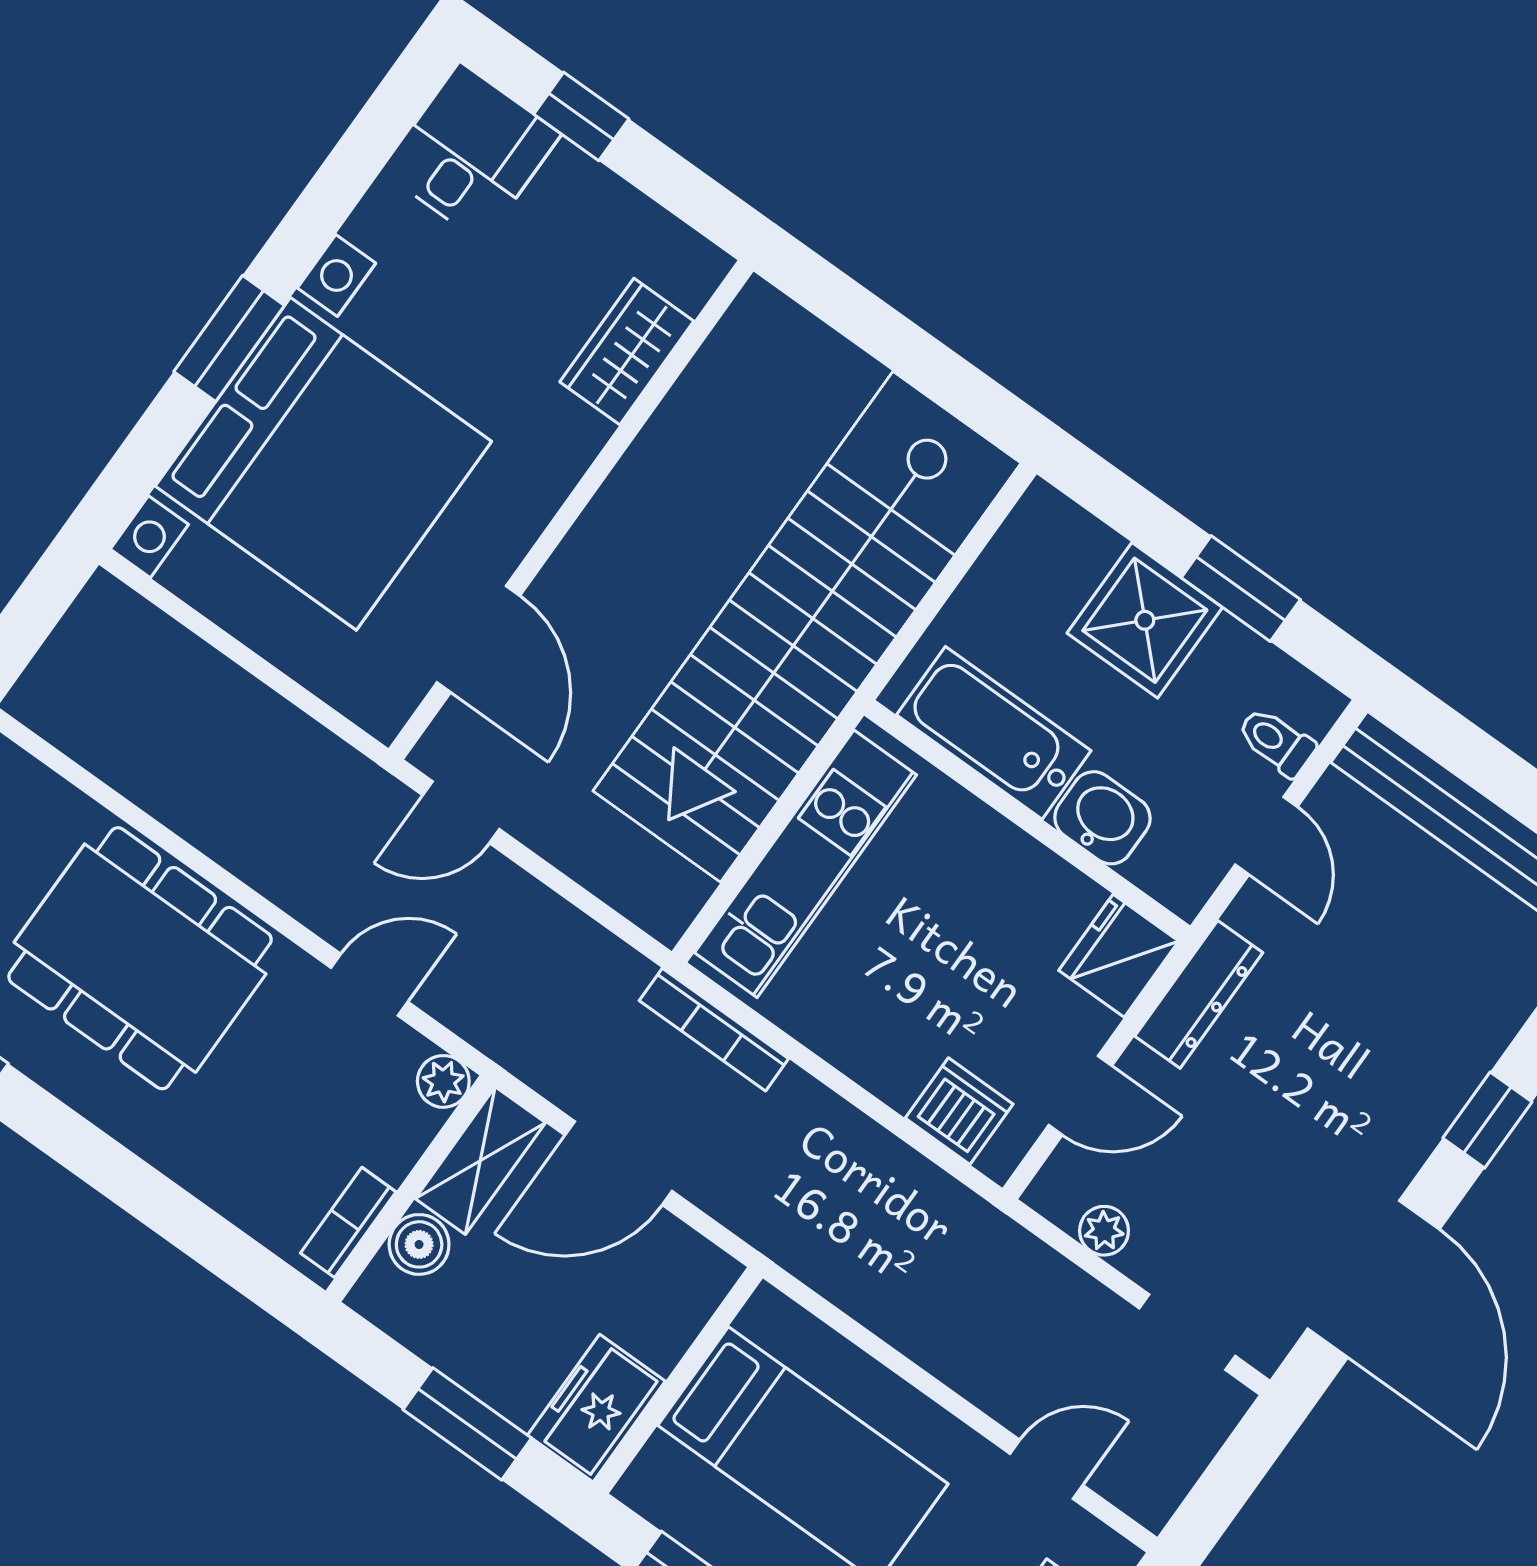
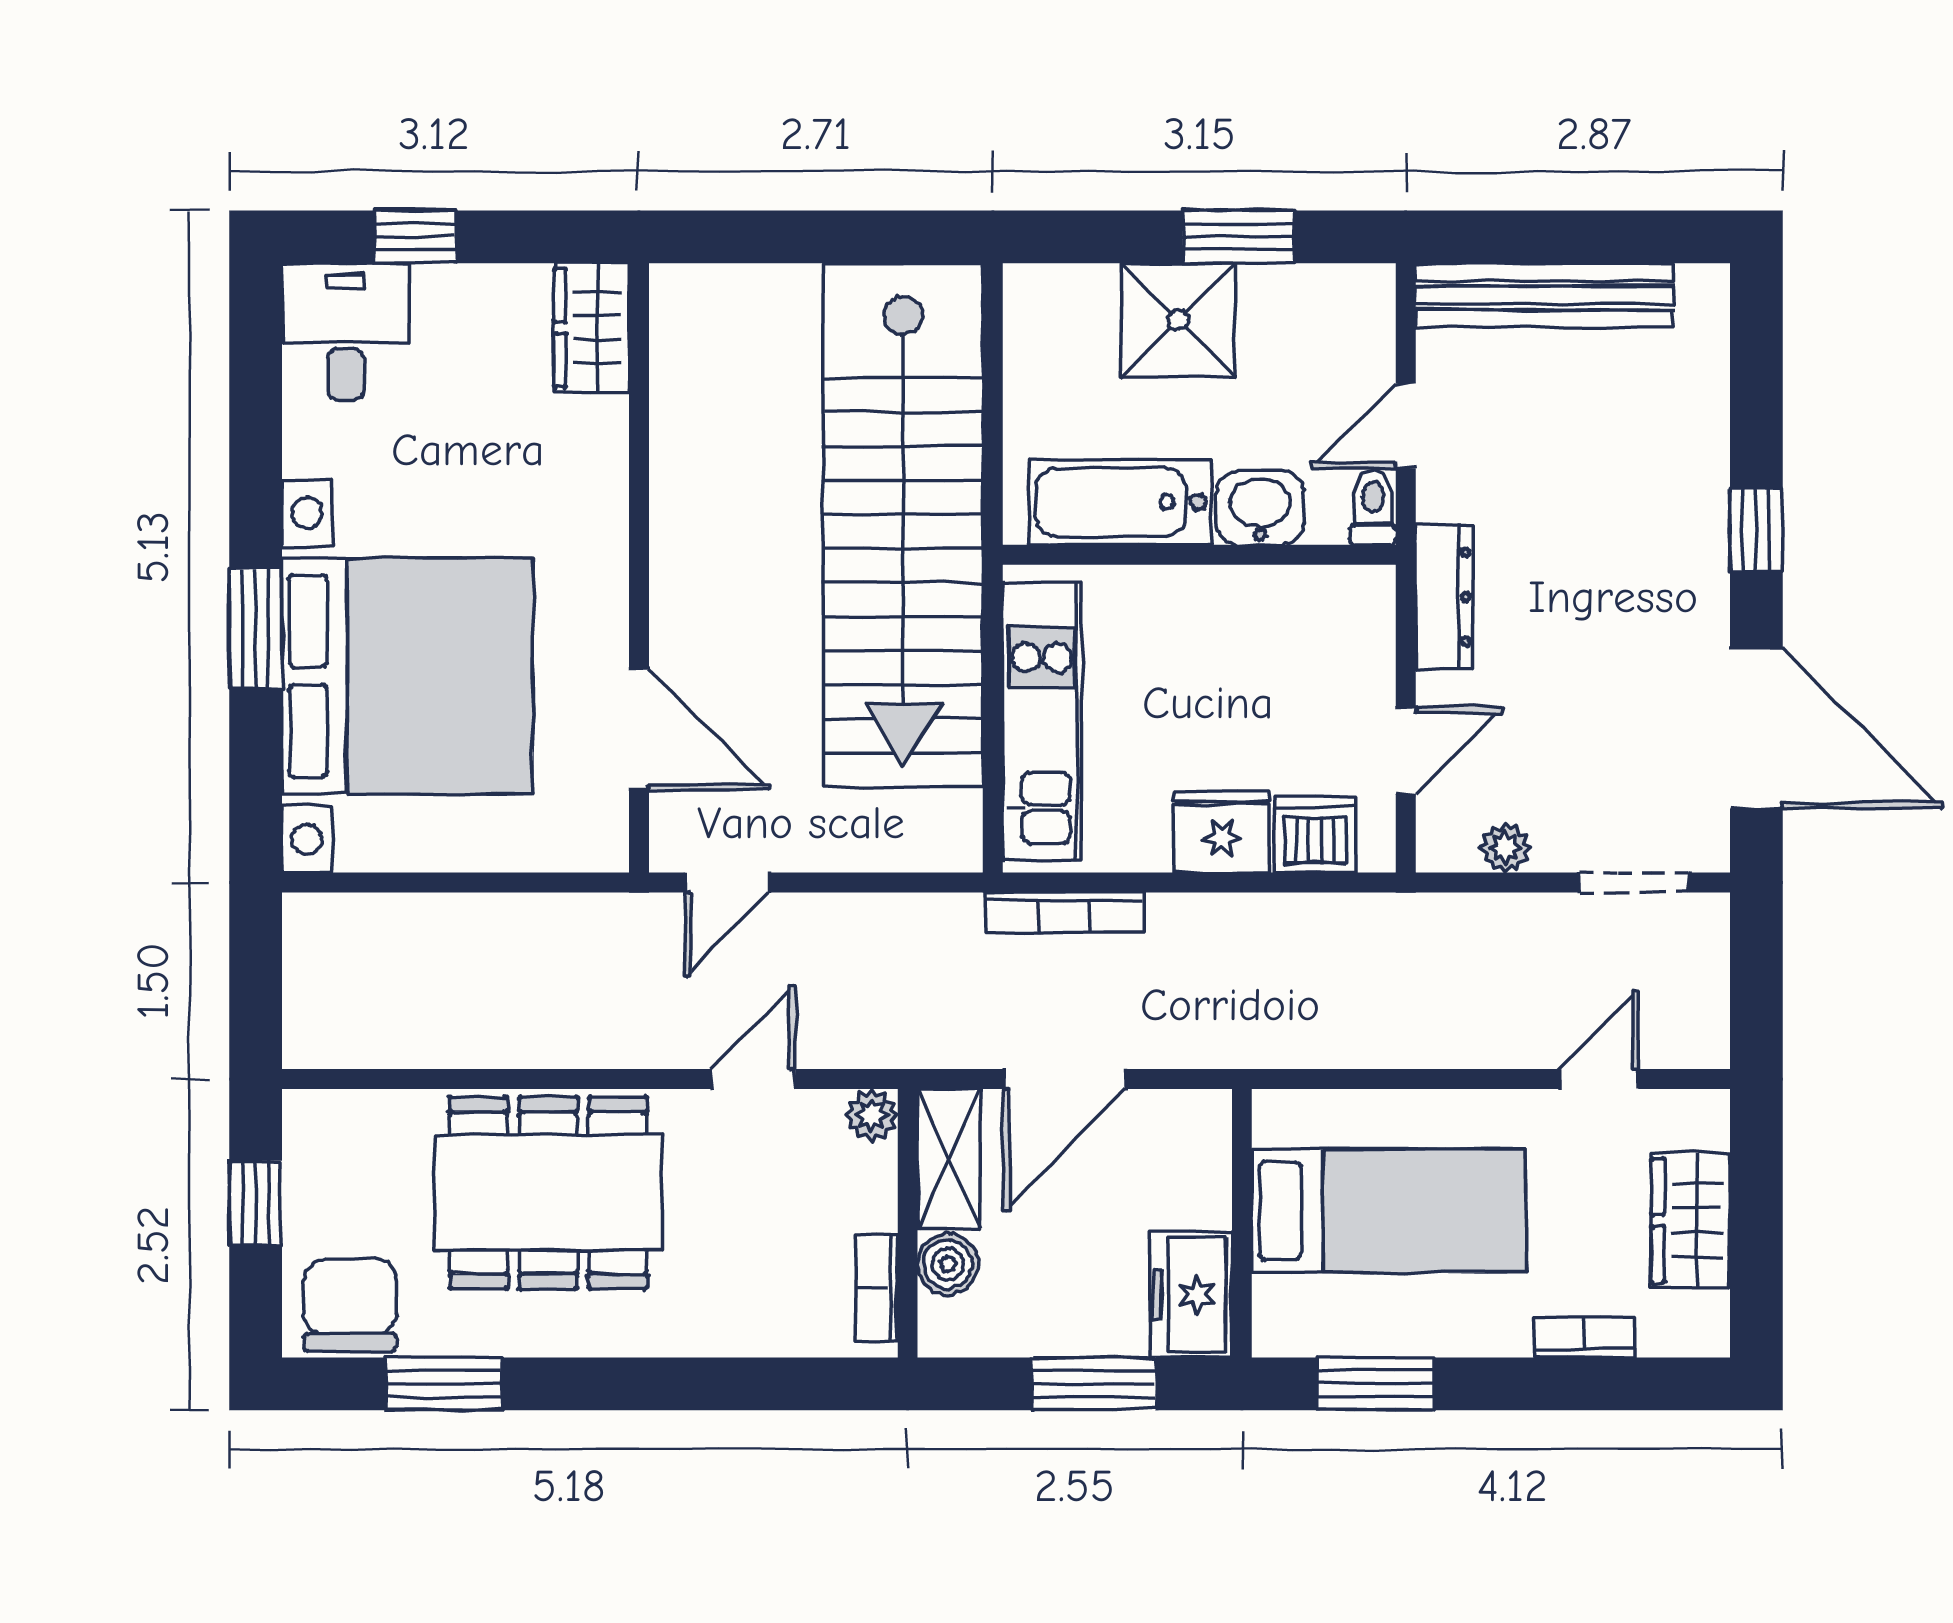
wardrobe: (627, 352) -> (592, 328), moved
toilet: (1276, 742) -> (1373, 507), moved, turned 90
door: (1266, 836) -> (1406, 426), swing flipped
fridge: (1119, 956) -> (1222, 832), moved, turned 90

